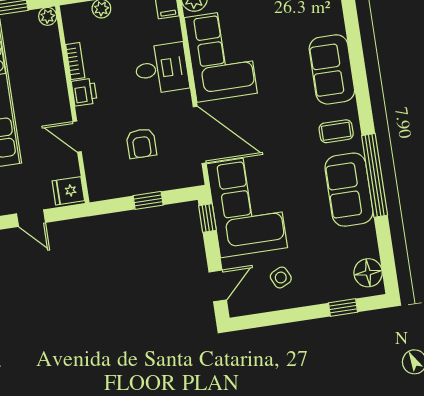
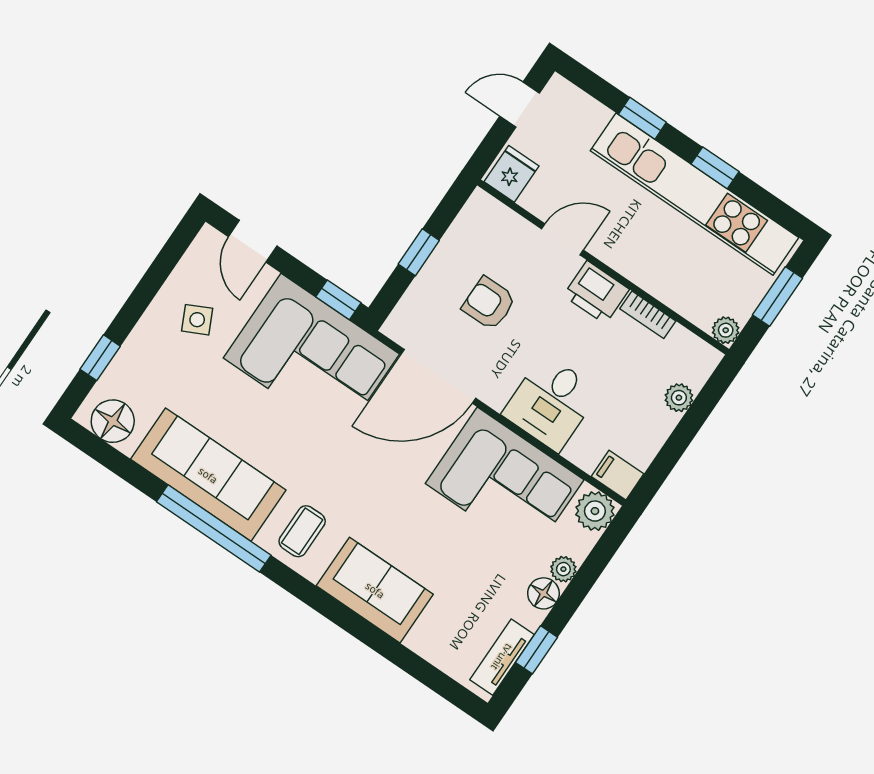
printer: (84, 92) -> (596, 292), width x1.36, depth x1.24
sofa: (349, 190) -> (208, 475), width x1.36

